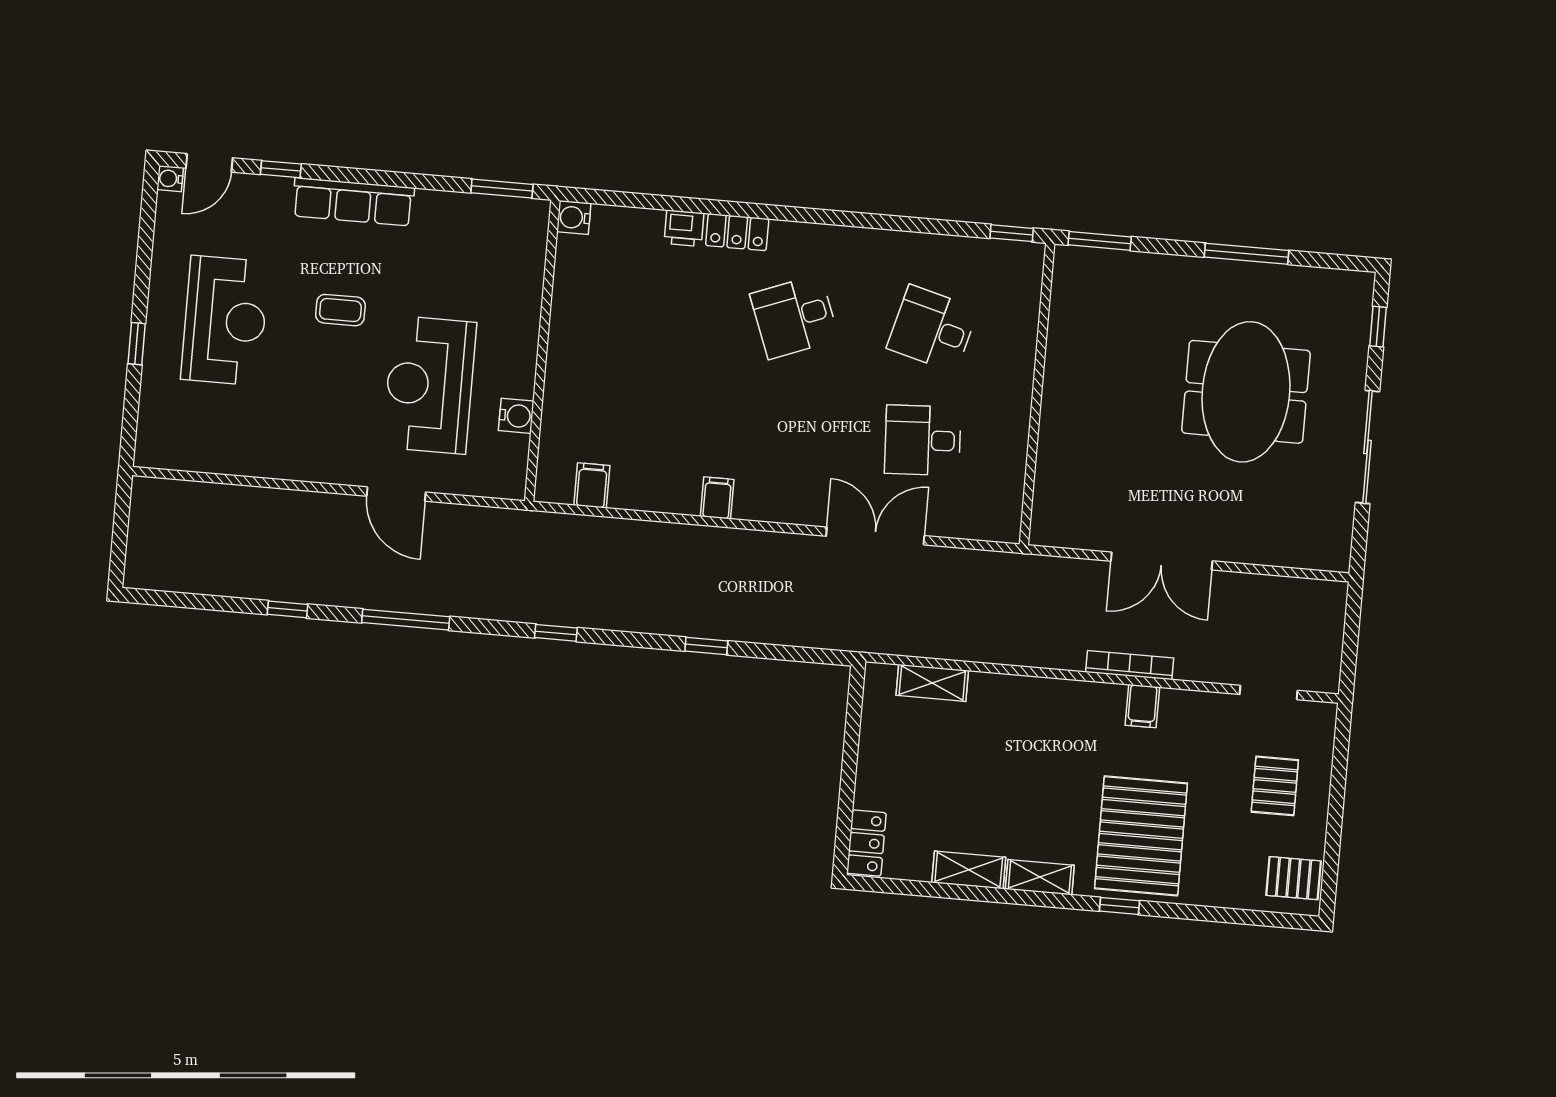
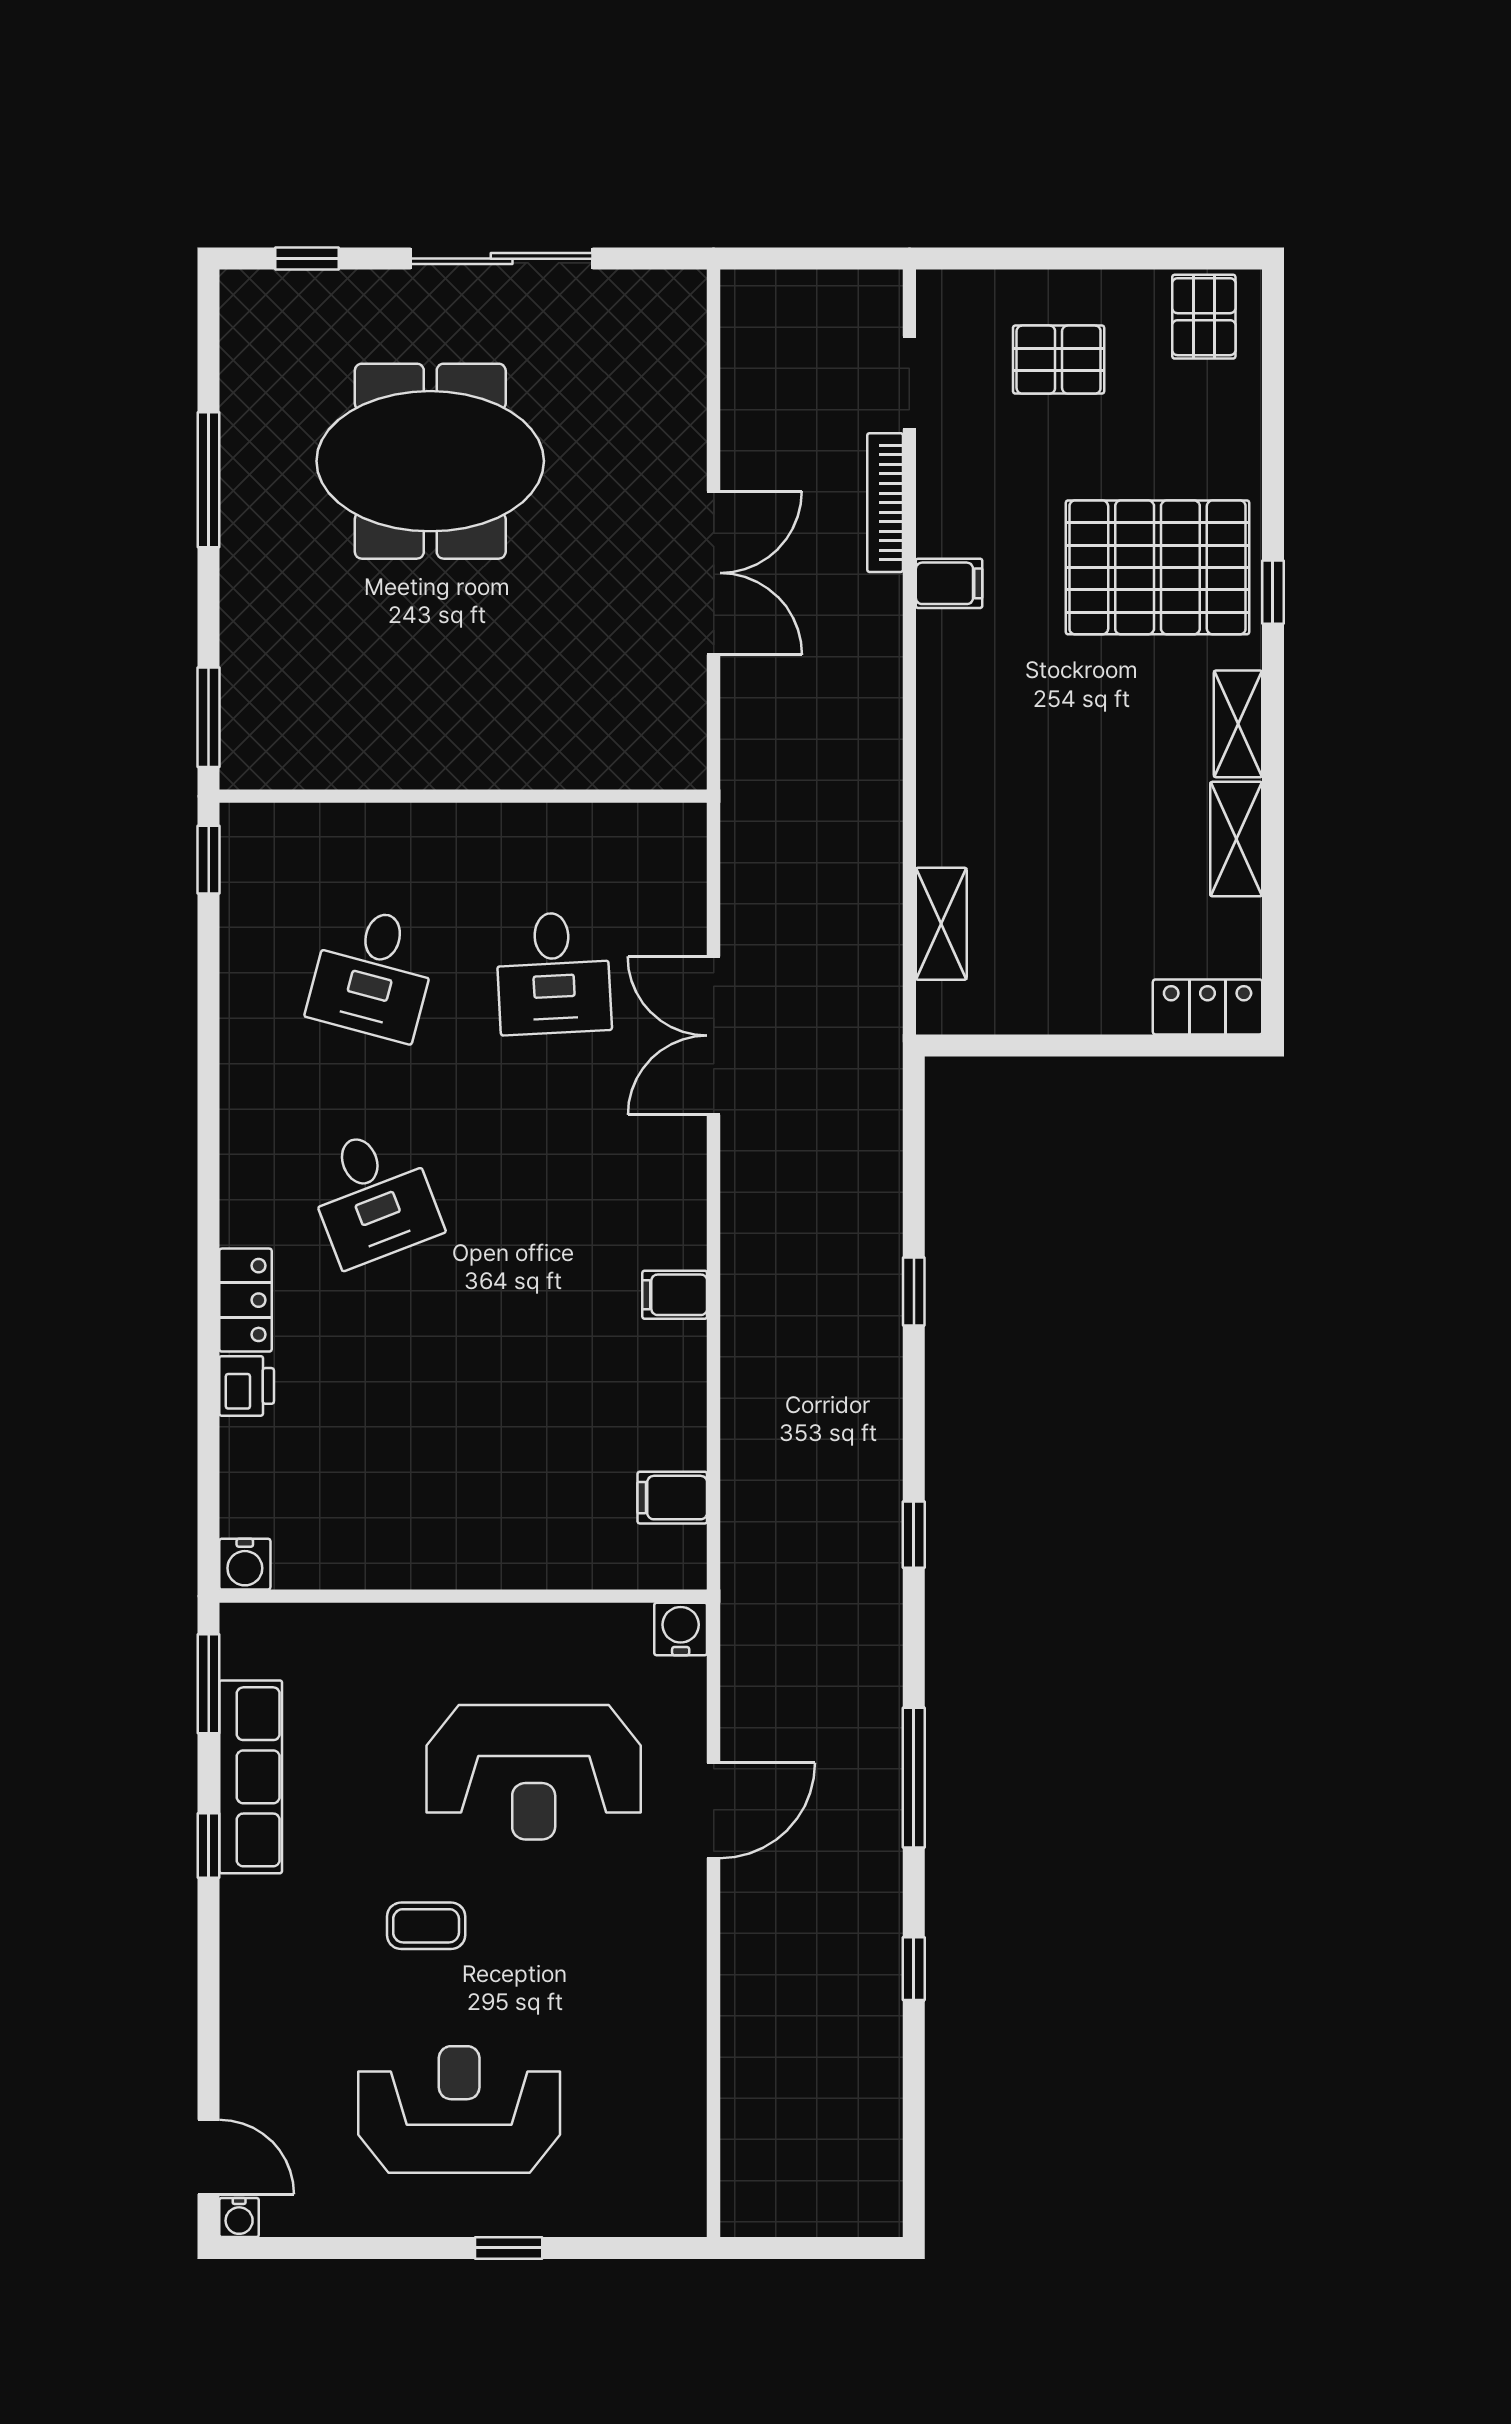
window: (281, 169) -> (209, 1845), moved
row of seats: (353, 202) -> (251, 1777), moved
coffee table: (340, 310) -> (426, 1926), turned 90
water cooler: (516, 416) -> (681, 1629), moved
bookcase: (1130, 665) -> (885, 503), moved

